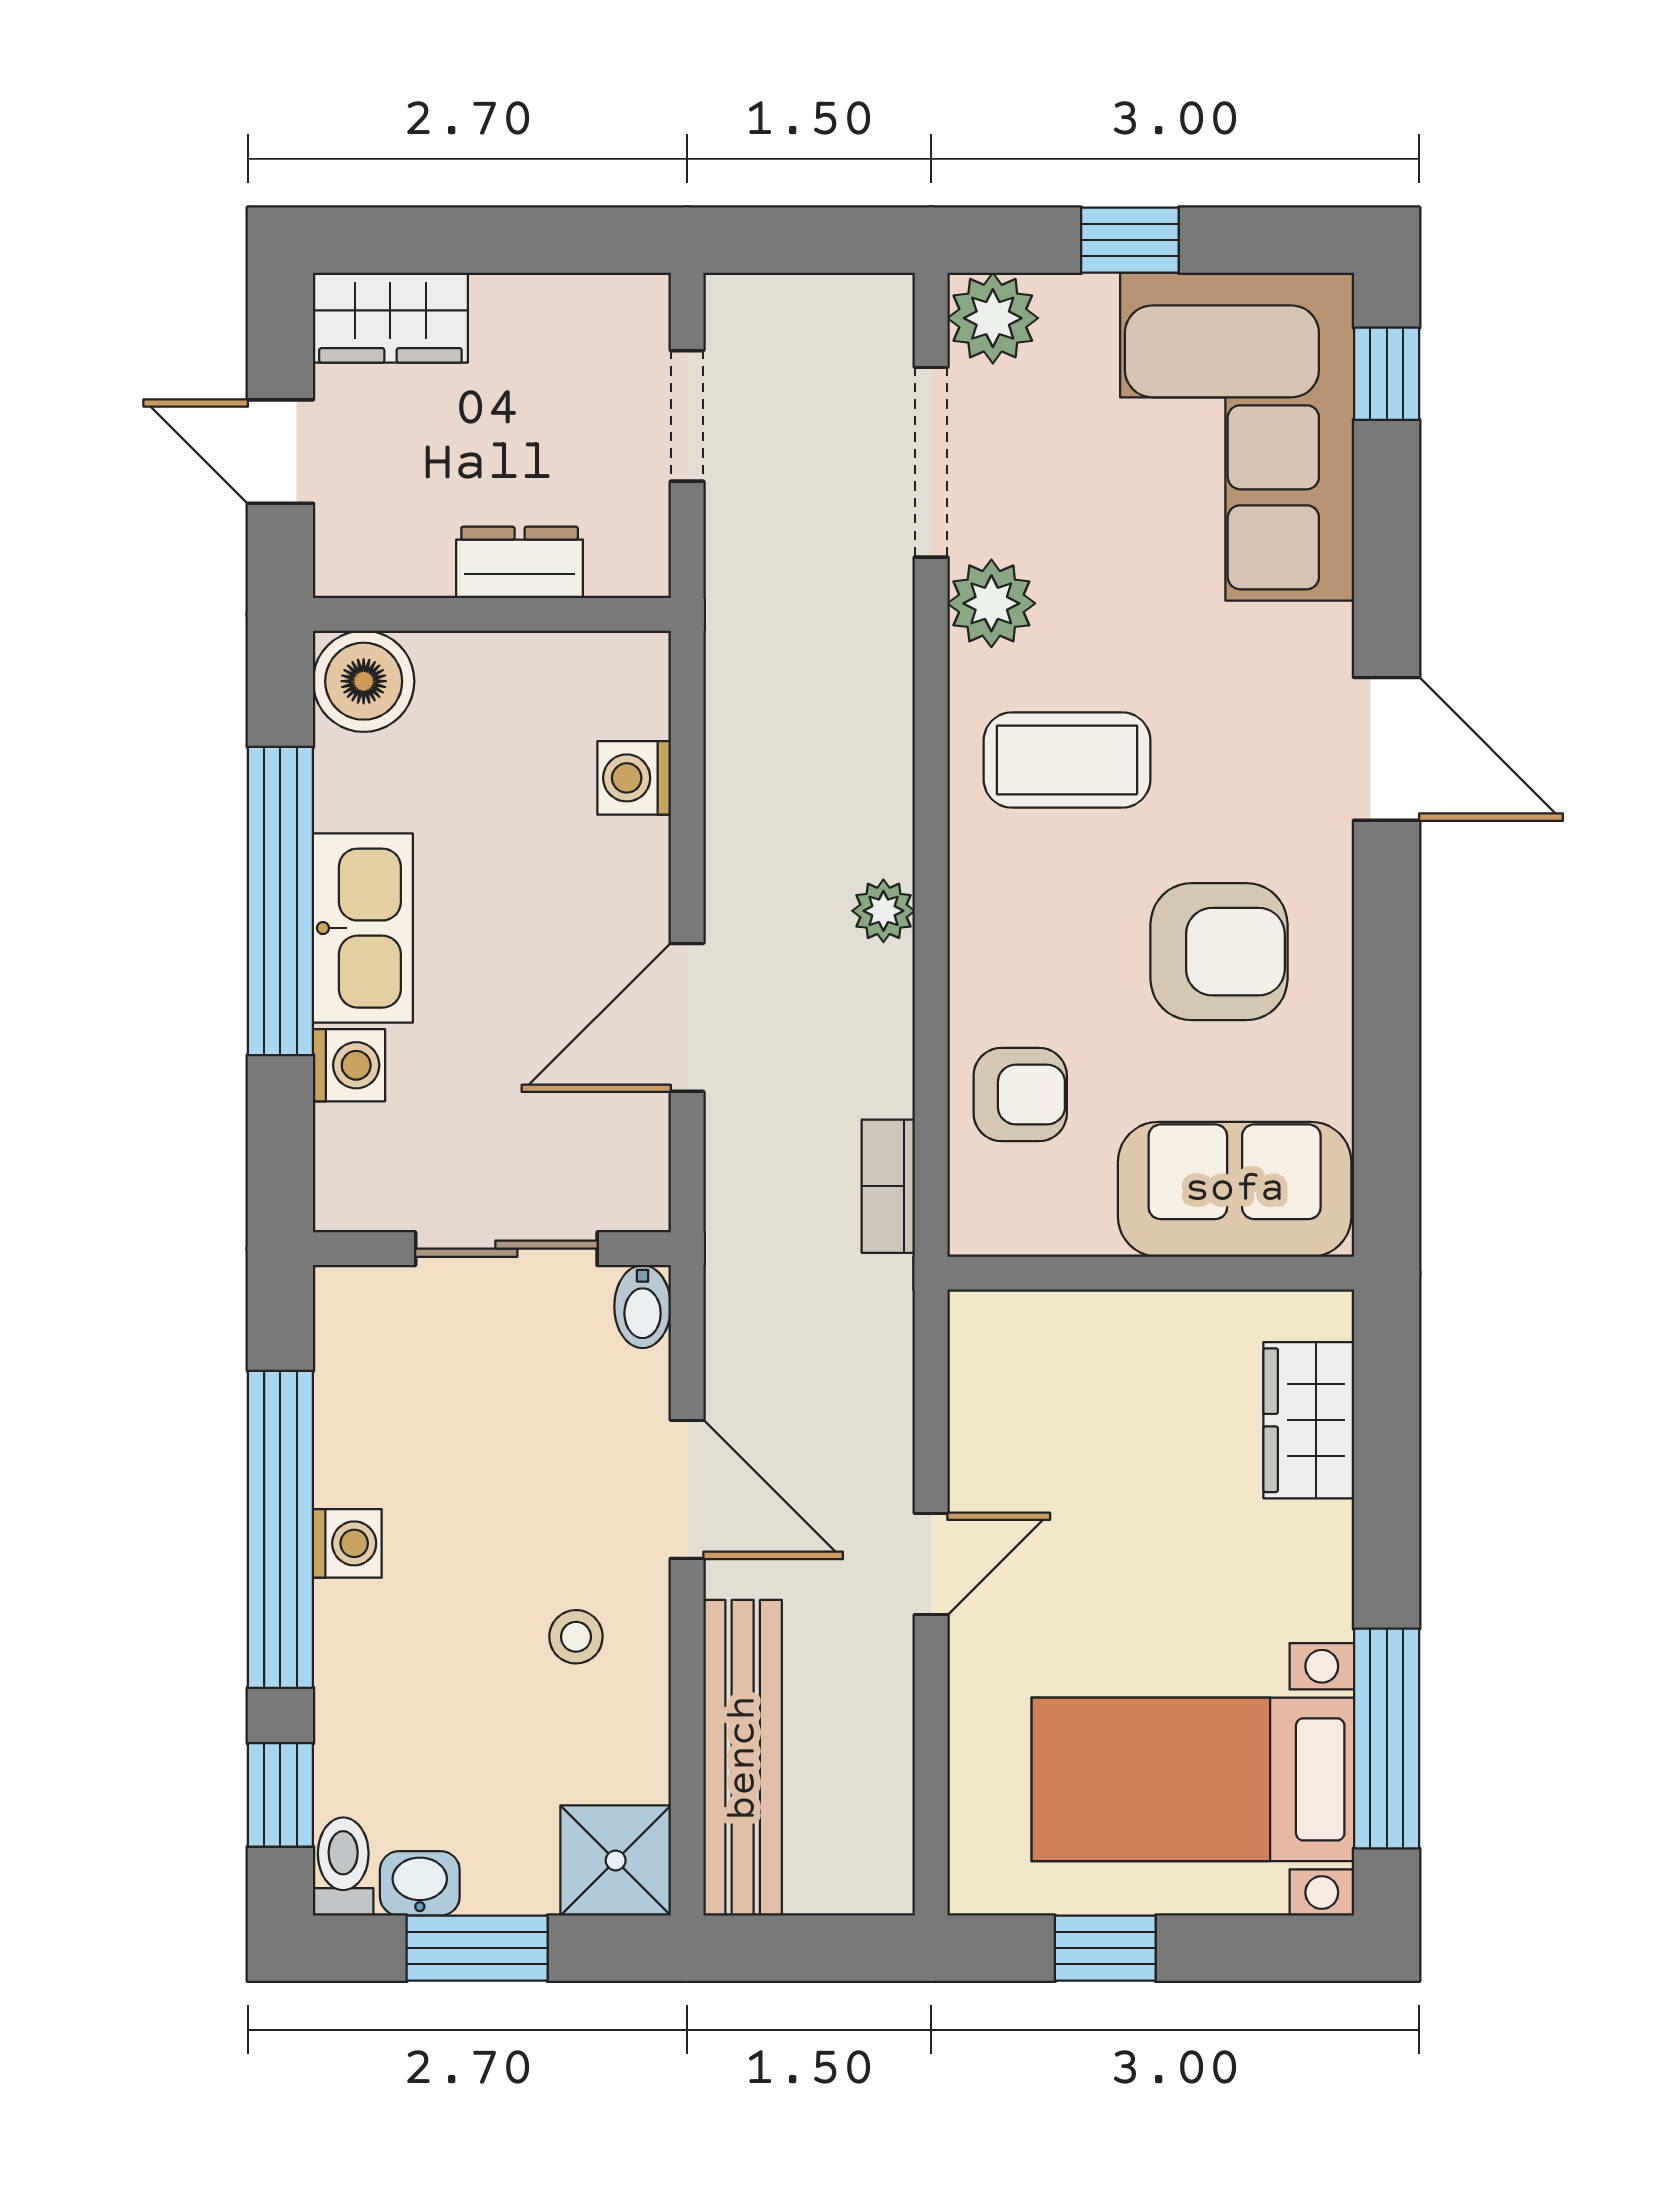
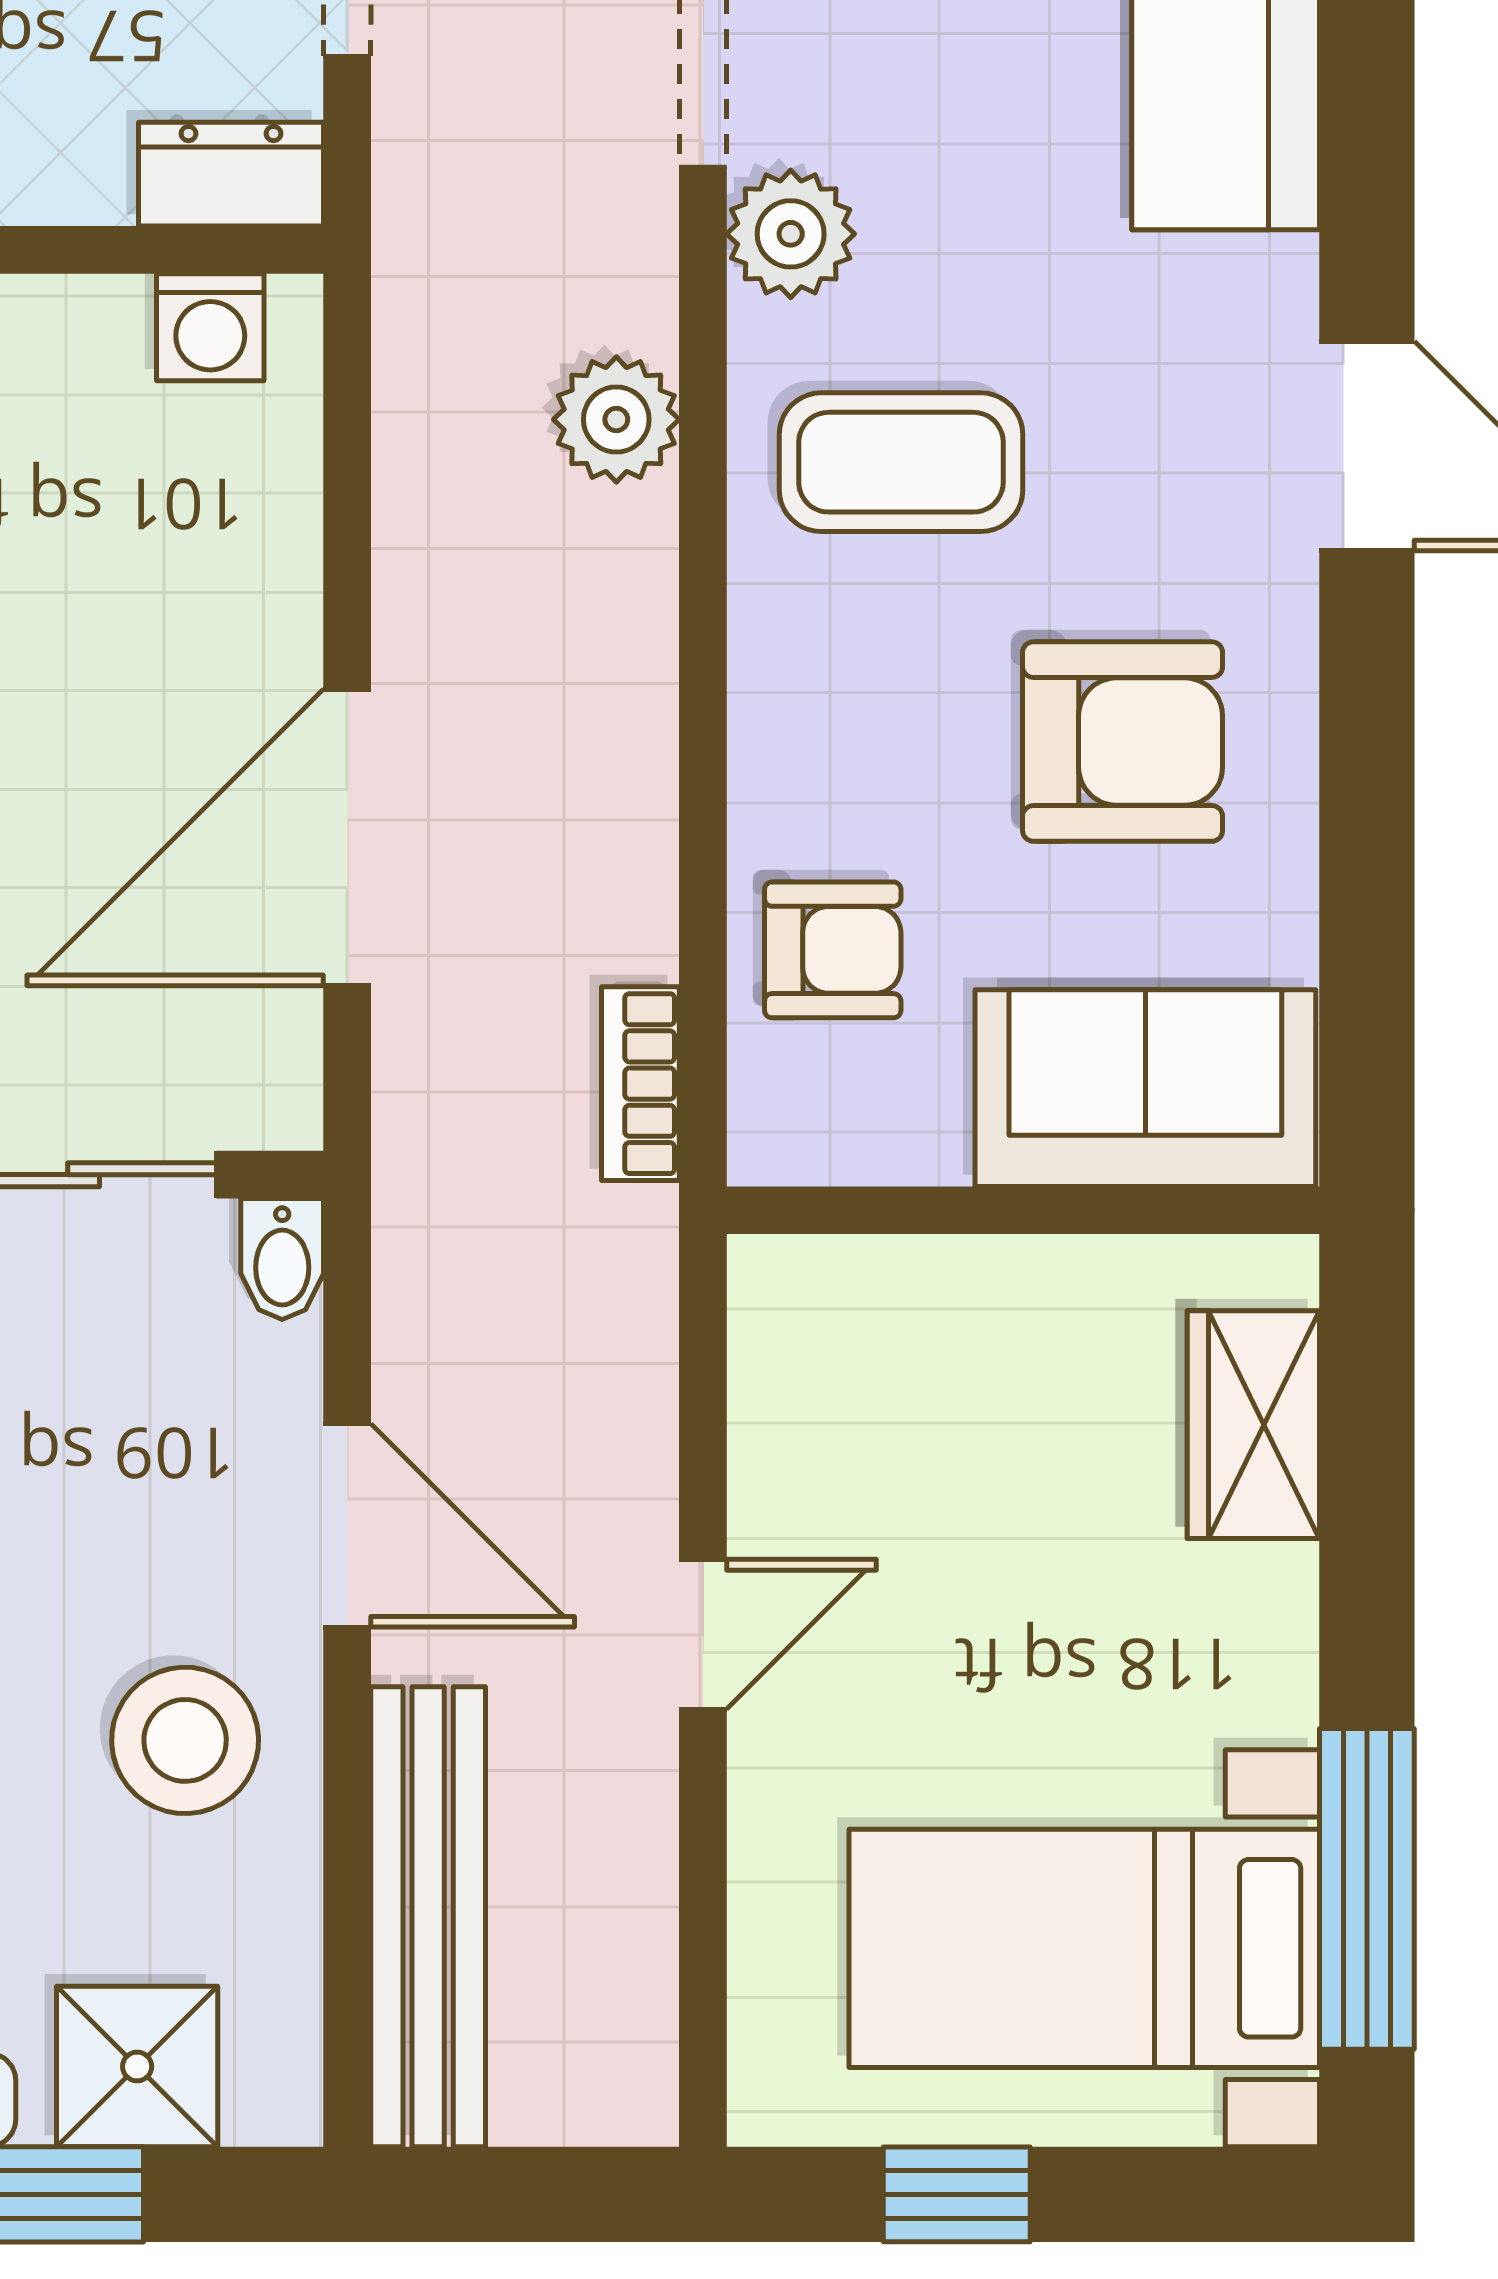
dresser: (520, 562) -> (231, 174), moved
washing machine: (634, 778) -> (210, 327), moved, turned -90
plant: (883, 911) -> (616, 419), moved, width x1.38, depth x1.38
door: (687, 1017) -> (347, 837), width x1.36
stool: (576, 1637) -> (185, 1740), width x1.89, depth x1.89
shower: (616, 1860) -> (137, 2067), moved

